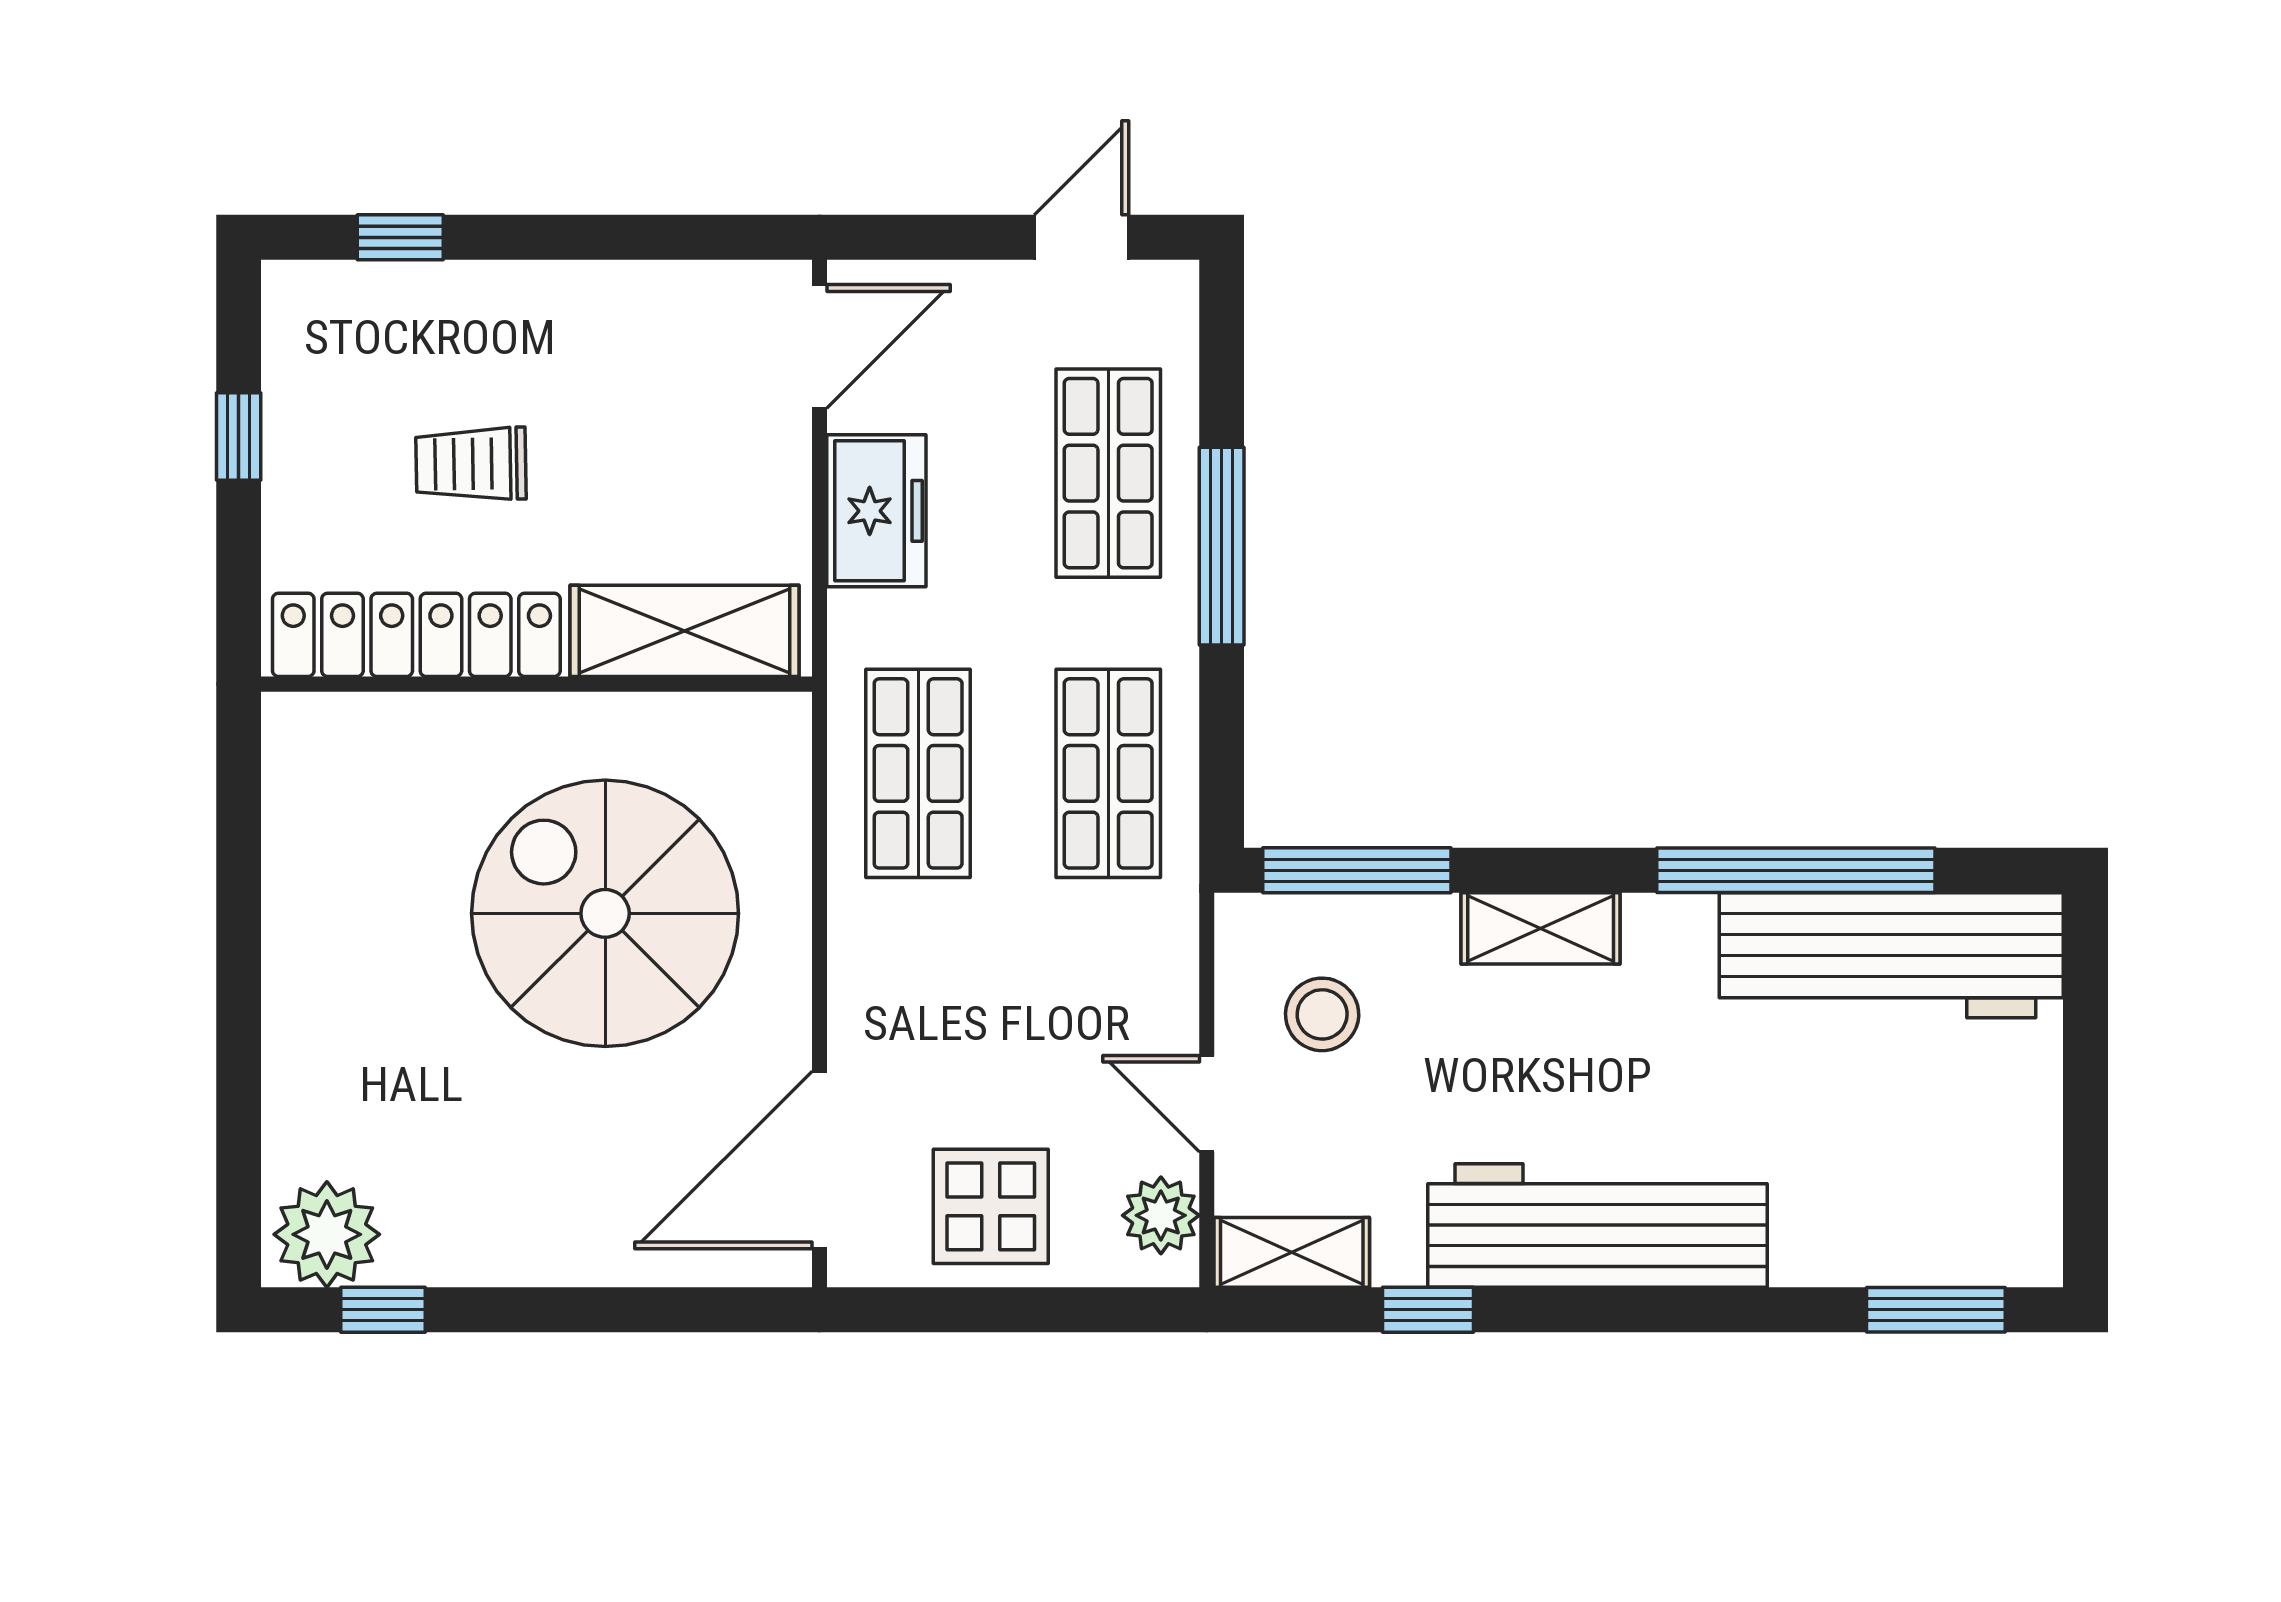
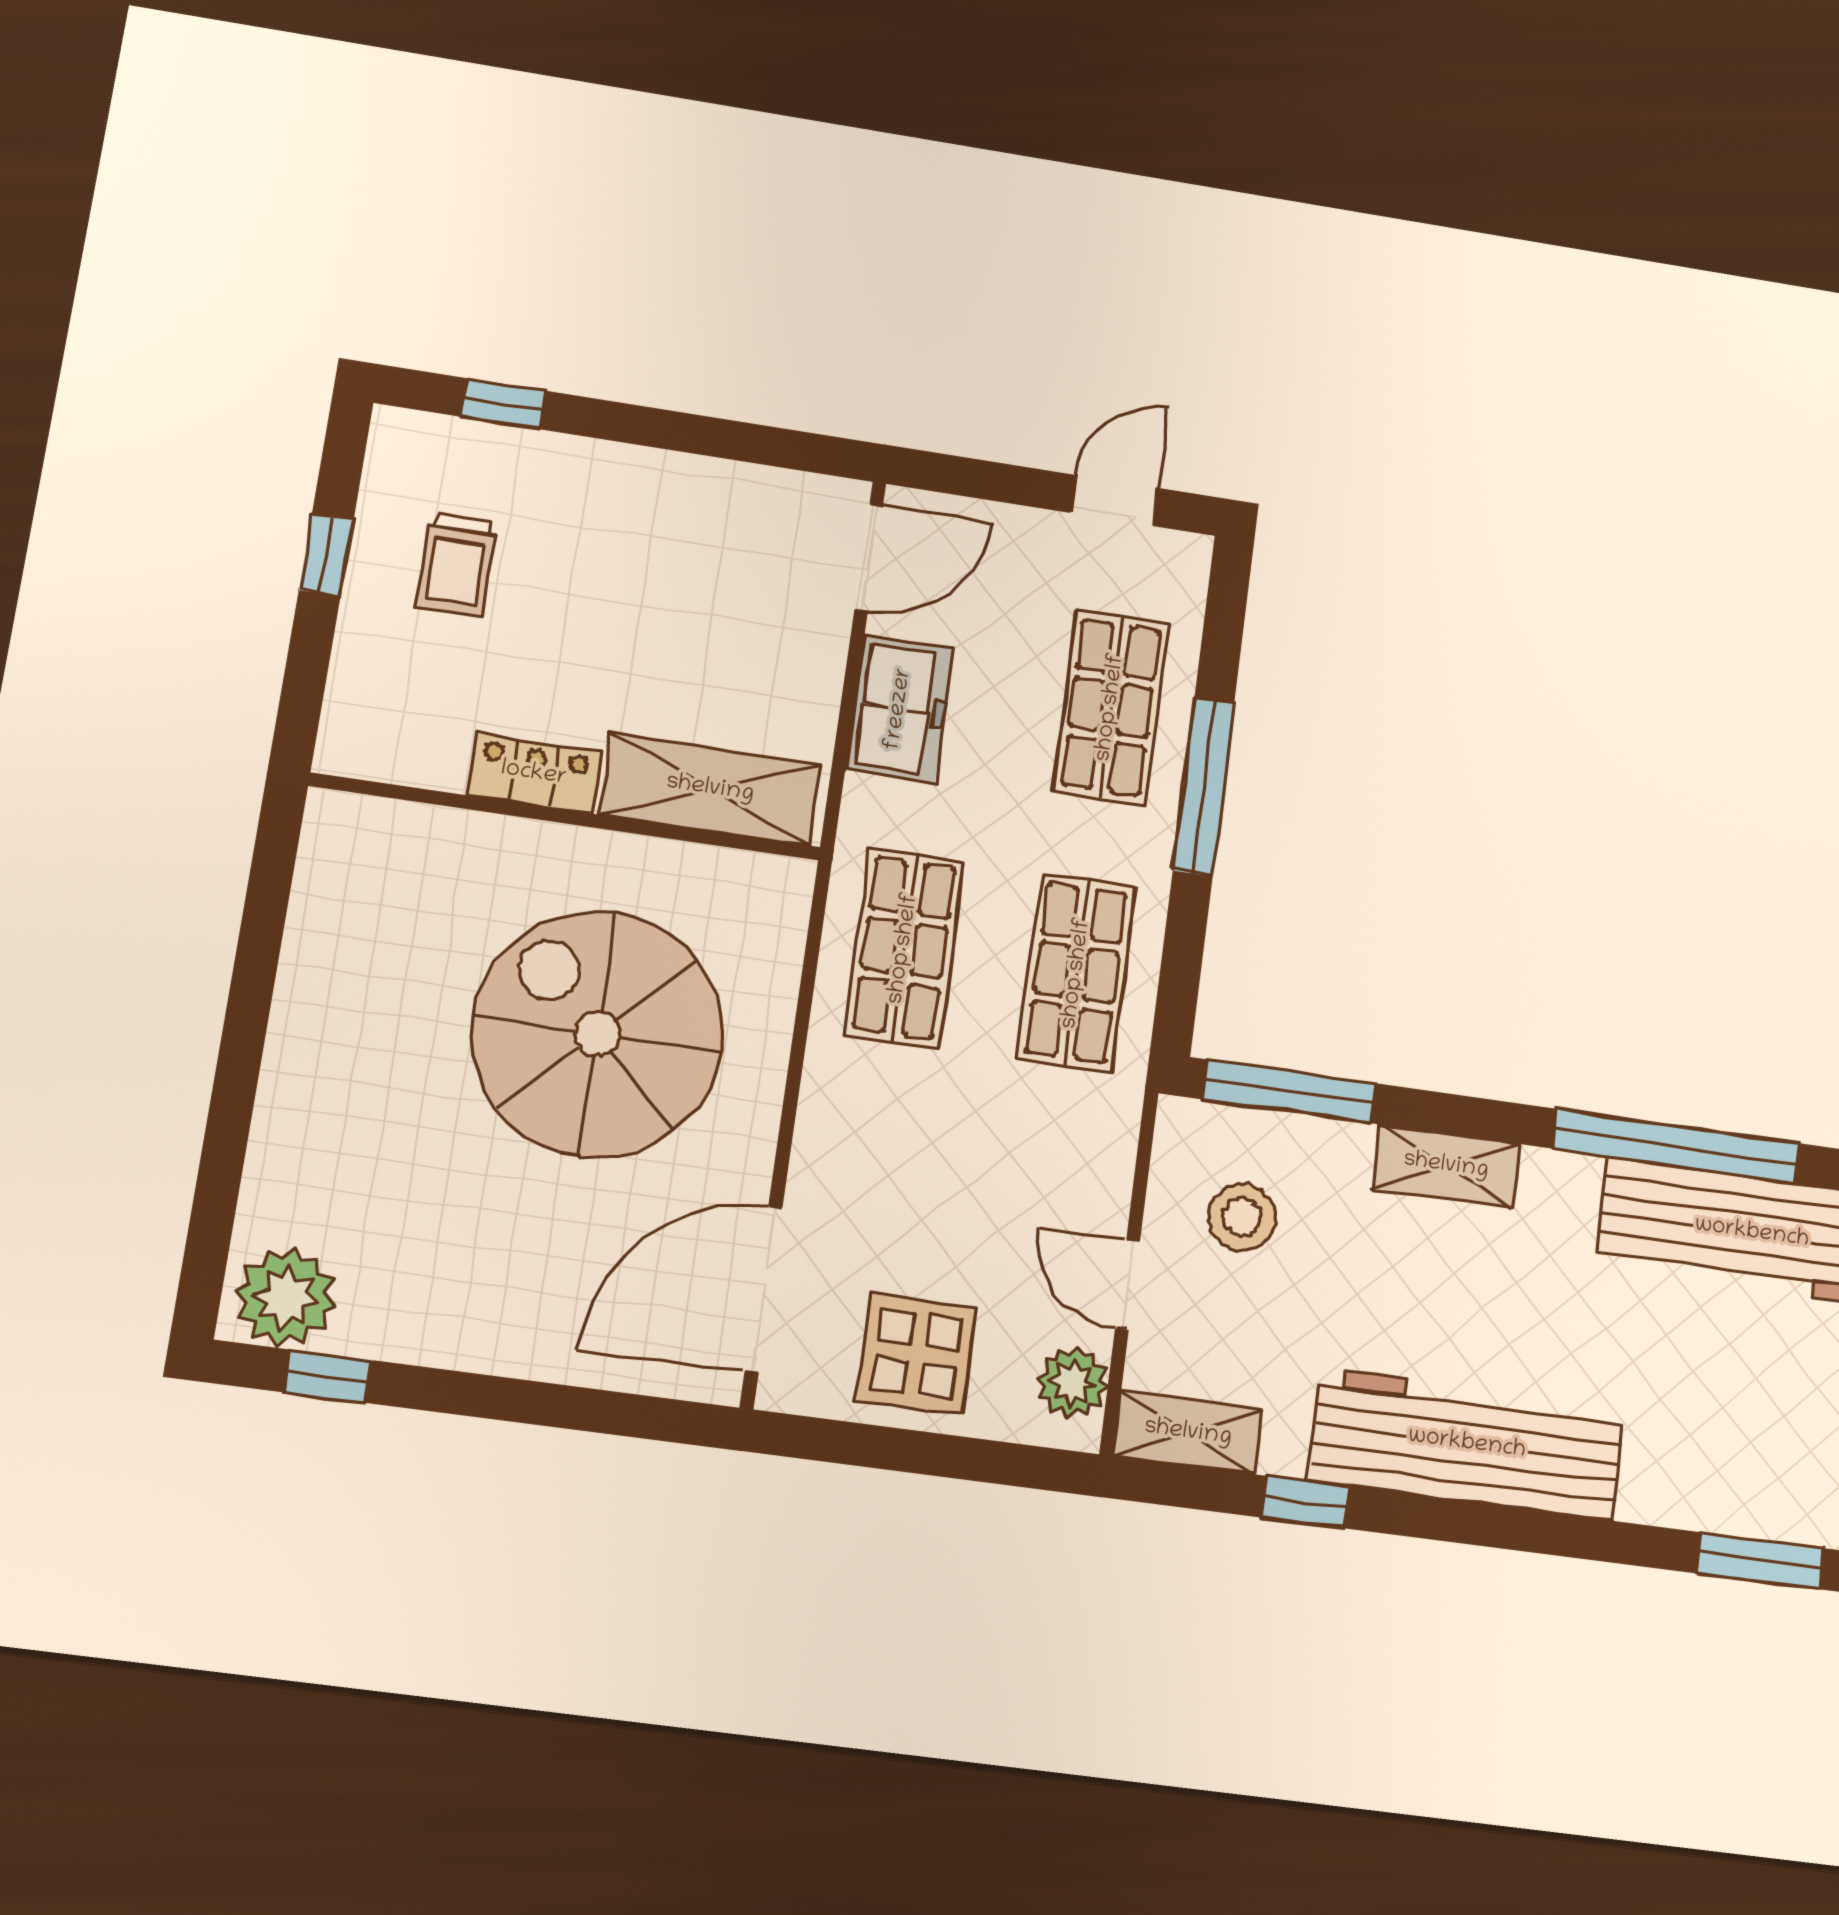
trolley: (471, 464) -> (456, 565), moved, turned -89
locker: (416, 635) -> (534, 774), width x0.46, depth x0.83

